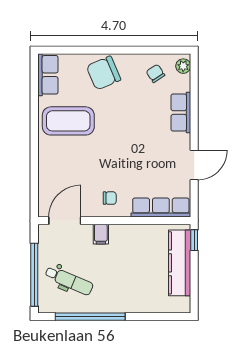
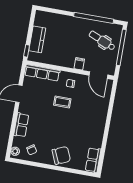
coffee table: (68, 121) -> (62, 102), moved, width x0.54, depth x0.58
door: (65, 221) -> (98, 75), hinge flipped
kitchen counter: (180, 263) -> (37, 39), width x0.67

